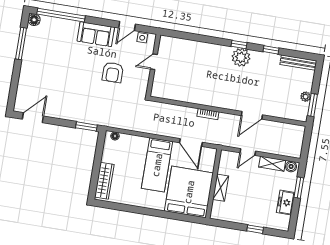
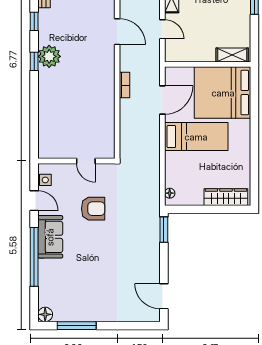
window: (61, 15) -> (34, 257), moved
door: (154, 62) -> (86, 161), moved
shelving: (221, 188) -> (232, 55), moved

